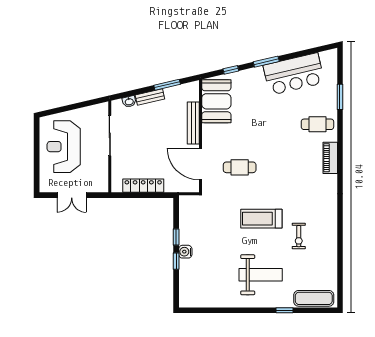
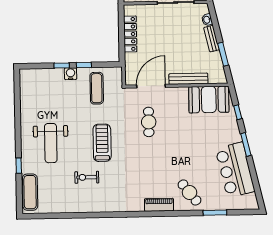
cafe table: (317, 124) -> (189, 192), turned -38
exercise mat: (202, 223) -> (97, 88), added

